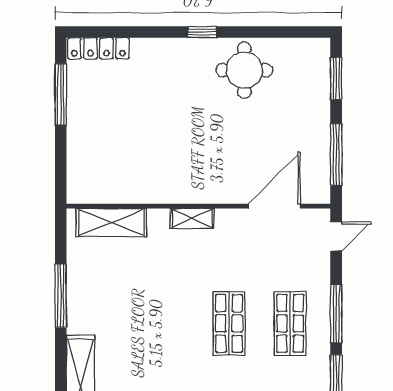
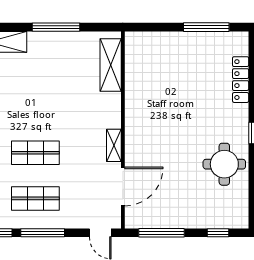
locker: (98, 48) -> (241, 80), moved
window: (336, 79) -> (218, 233), width x0.67
door: (274, 206) -> (123, 187), hinge flipped
shelving: (192, 218) -> (114, 145), moved

